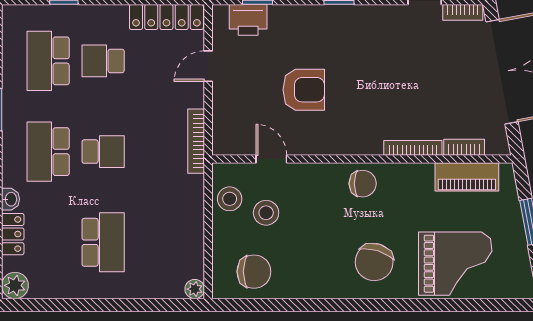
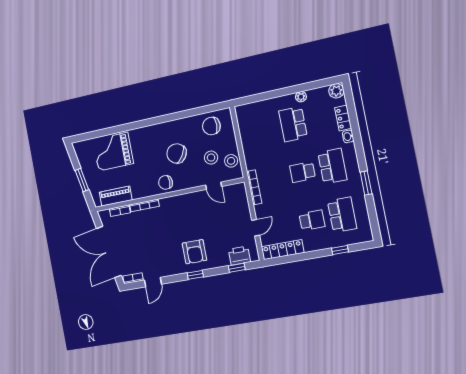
armchair: (304, 90) -> (194, 252), moved, turned -90
chair: (374, 262) -> (177, 153), moved, turned -75
plant: (195, 289) -> (301, 97), moved

